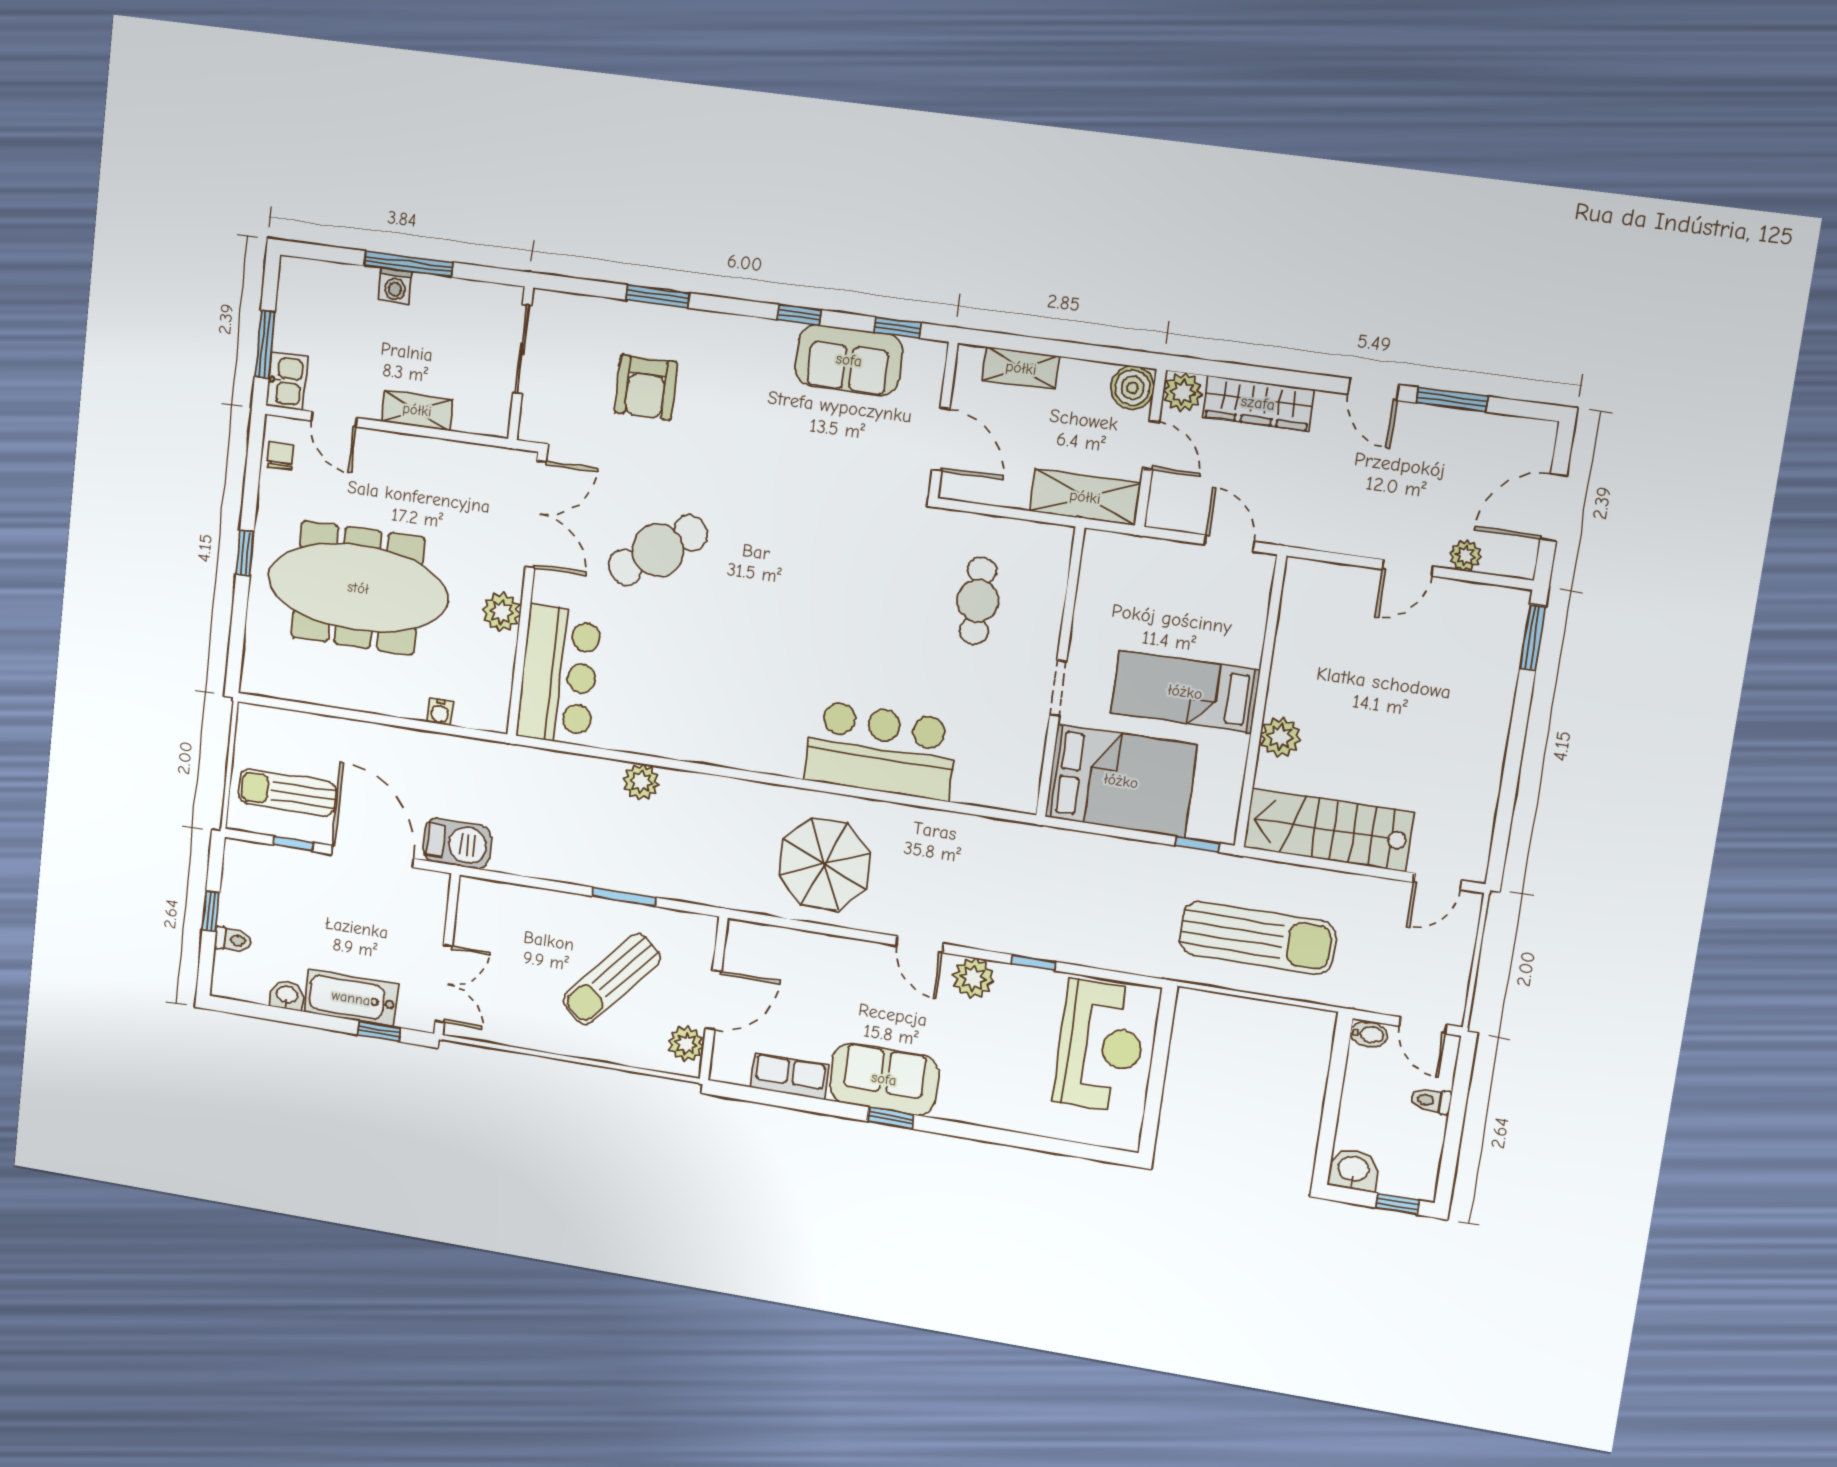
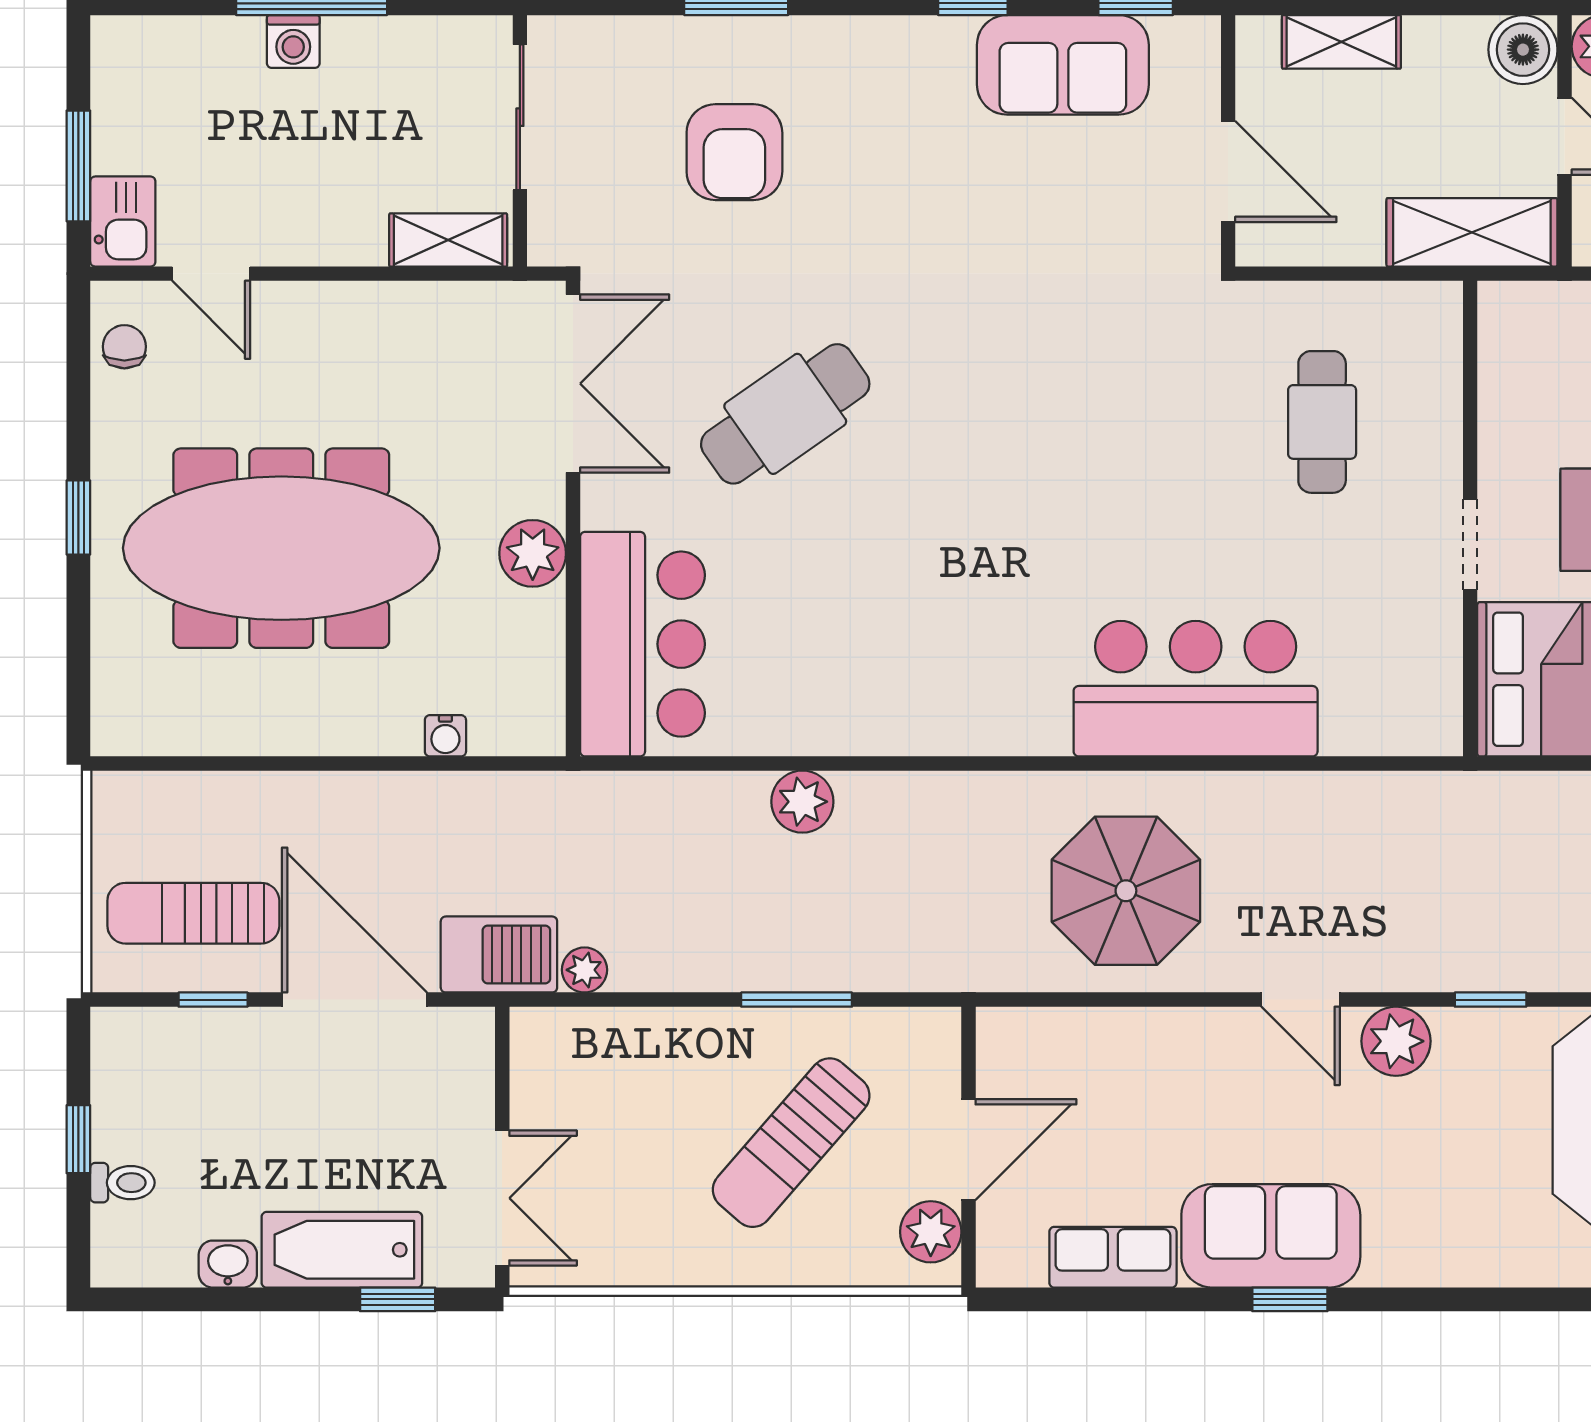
shelving: (417, 410) -> (448, 240), moved
plant: (505, 860) -> (584, 970), added

